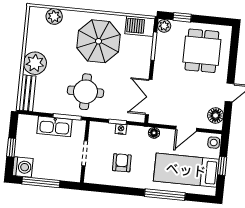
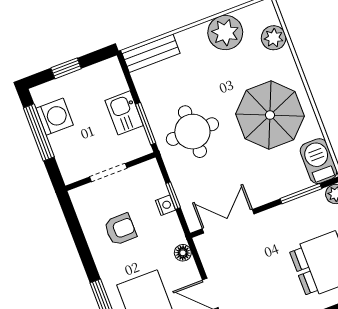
plant: (35, 63) -> (225, 33), moved
kitchen sink: (55, 126) -> (124, 113), width x0.73
washing machine: (23, 167) -> (55, 117), moved, turned -90

